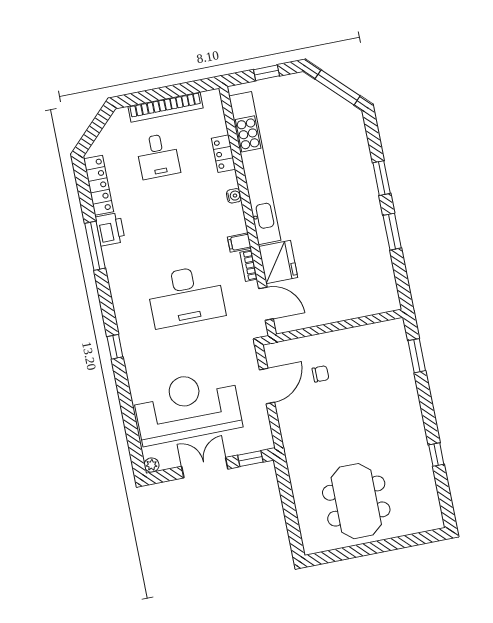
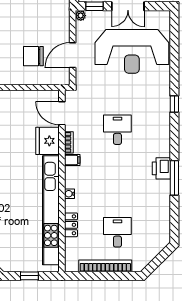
locker: (99, 185) -> (163, 220), removed
printer: (110, 229) -> (161, 168), moved
desk: (186, 296) -> (117, 130), width x0.53, depth x0.77
chair: (320, 374) -> (33, 56), width x1.87, depth x1.87
plant: (152, 465) -> (81, 16), moved

